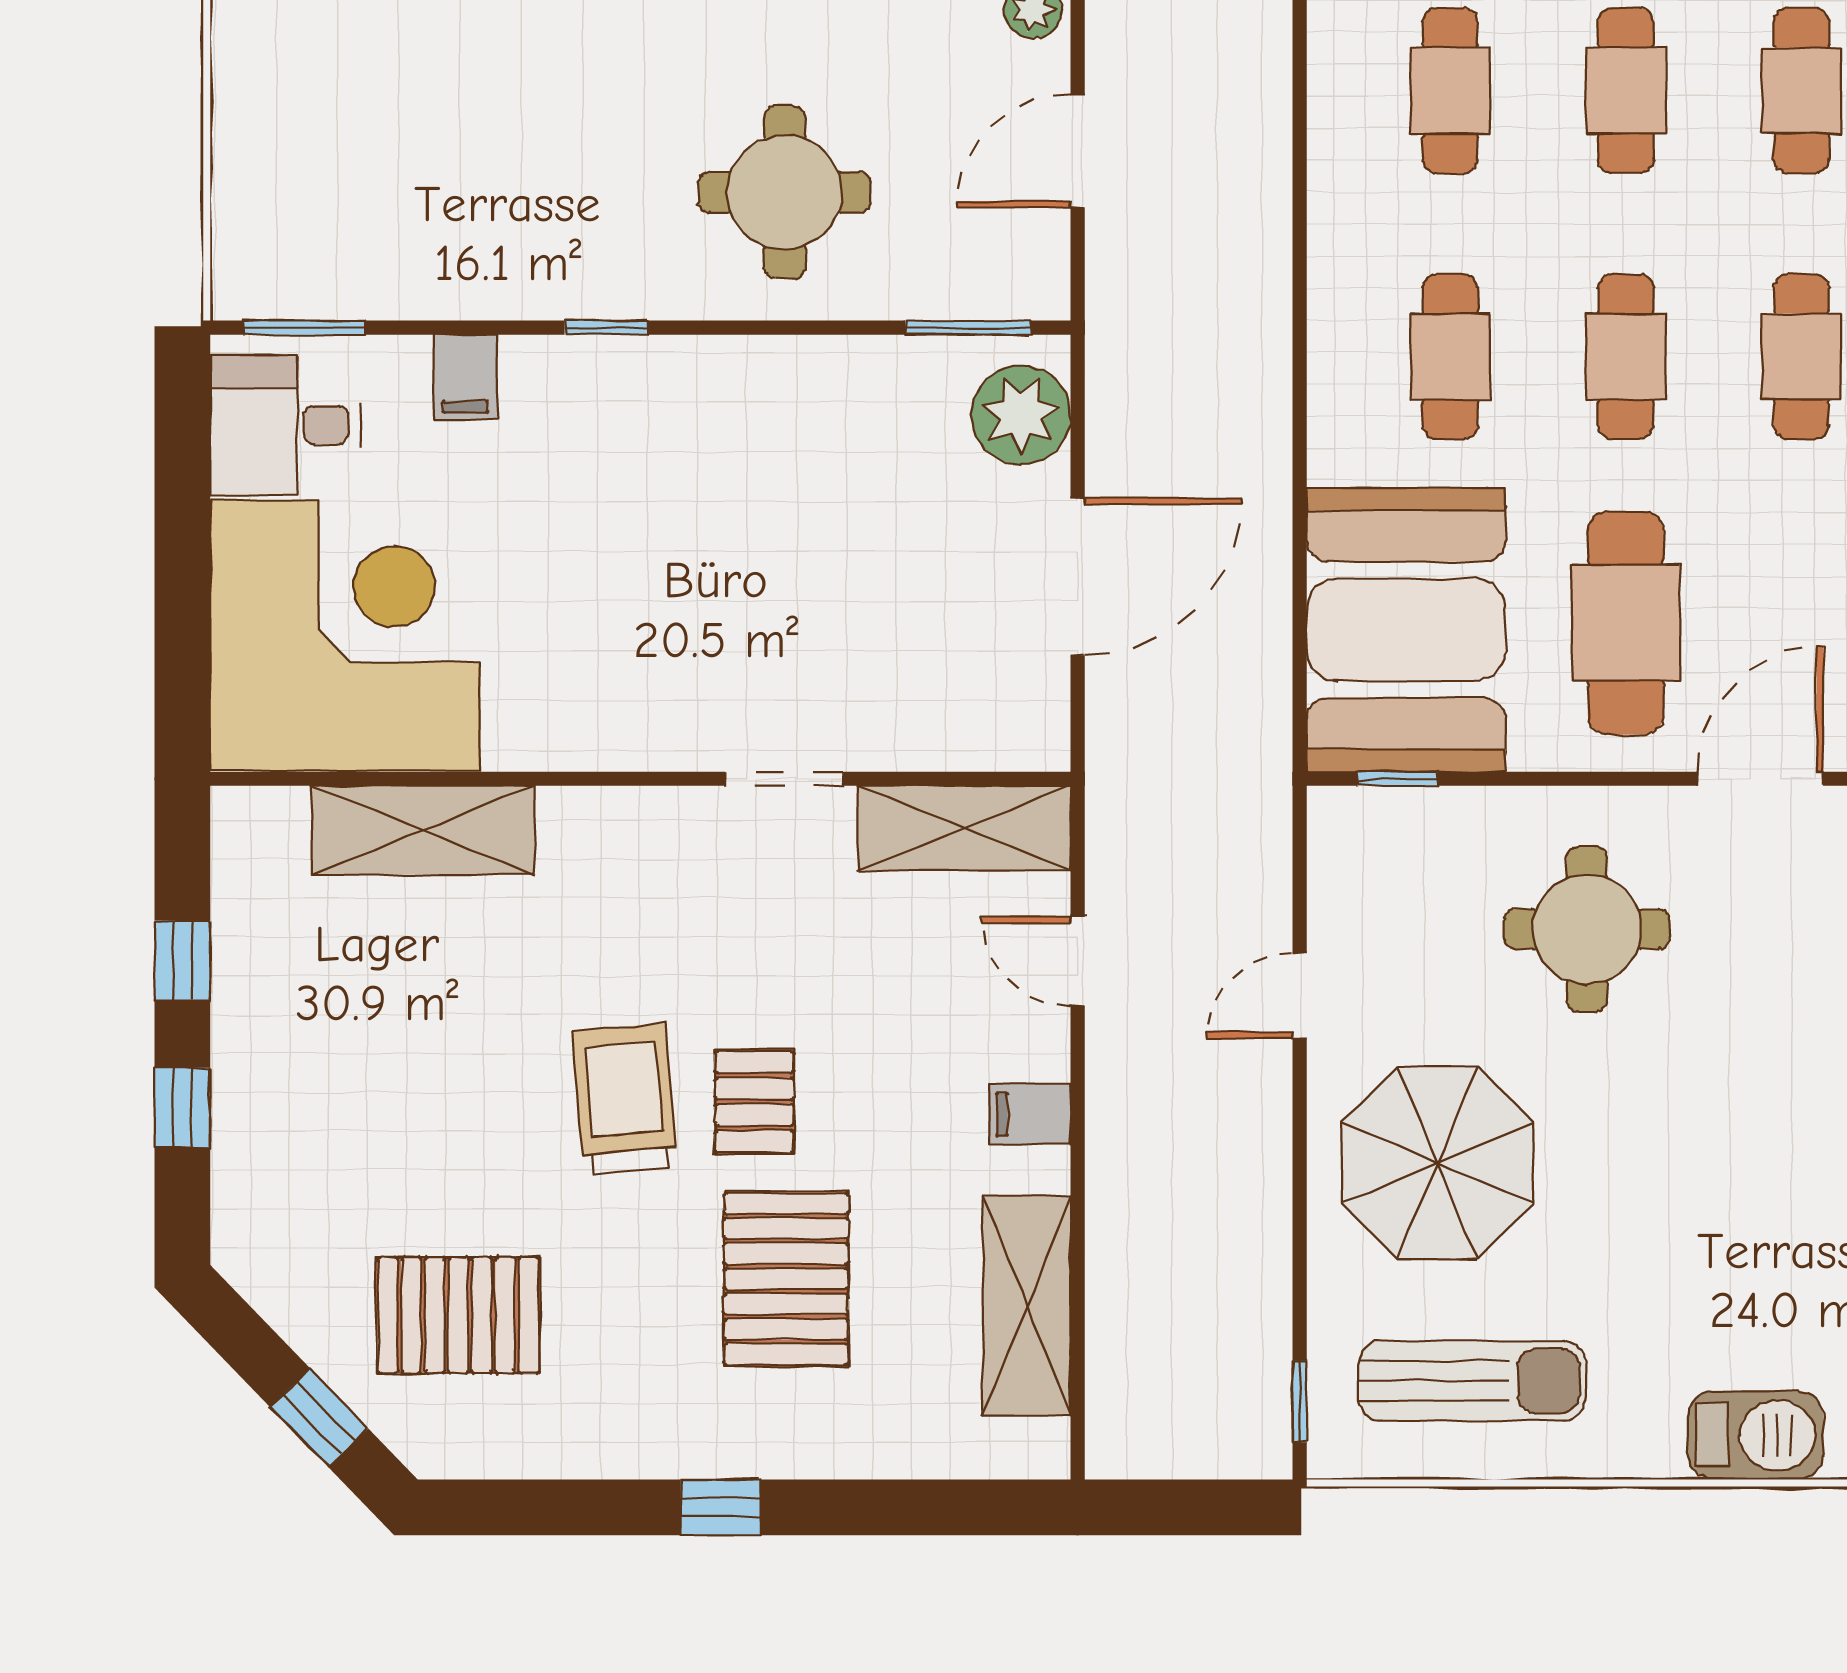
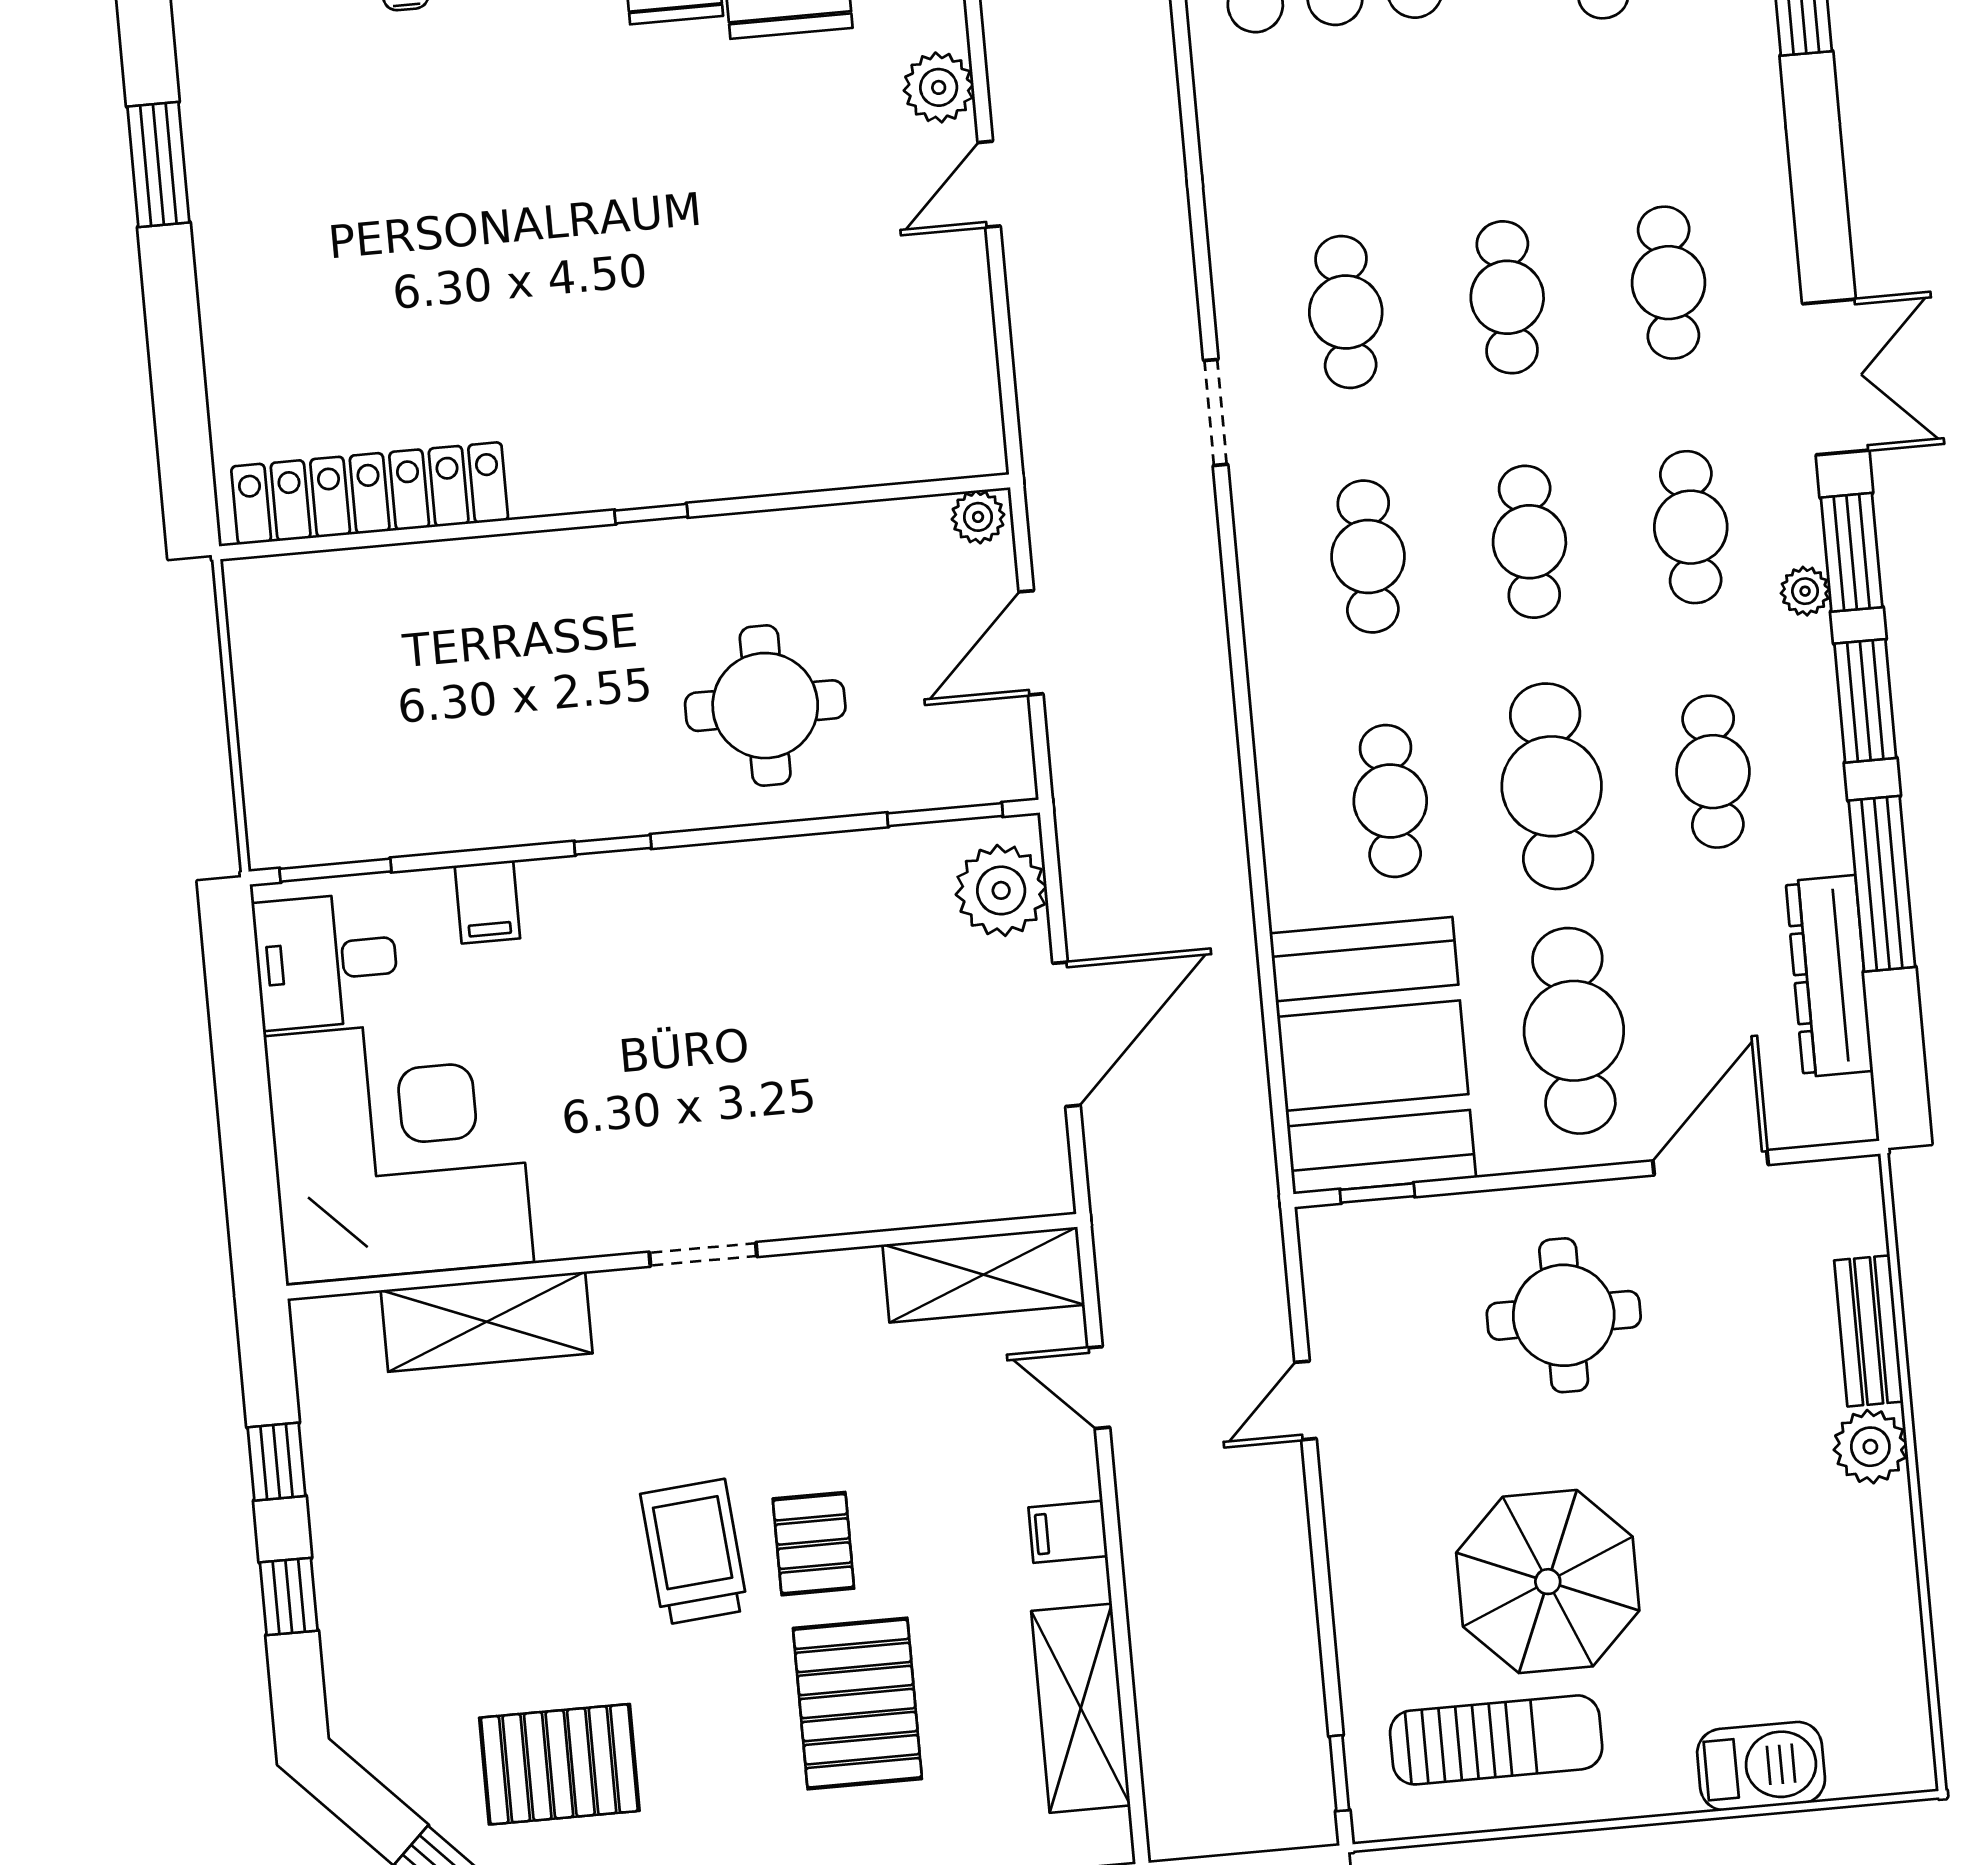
cafe table: (1626, 357) -> (1552, 786), width x1.37, depth x1.35
doorway: (784, 779) -> (703, 1254), moved
parasol: (1437, 1163) -> (1548, 1582), moved

